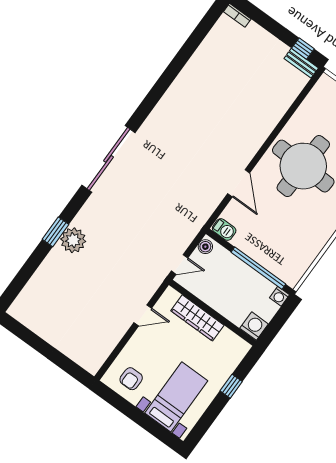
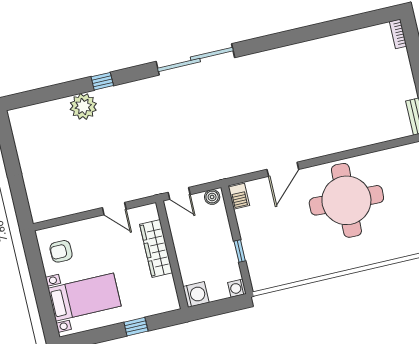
window: (55, 232) -> (102, 81), width x0.67
plant: (73, 240) -> (83, 106), moved
window: (258, 268) -> (240, 251), width x0.32

